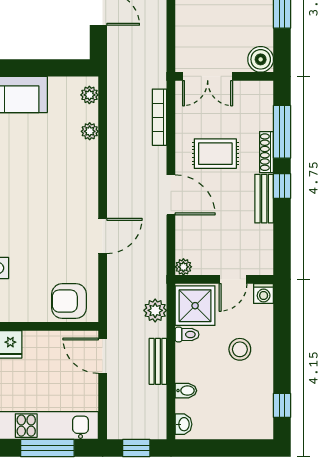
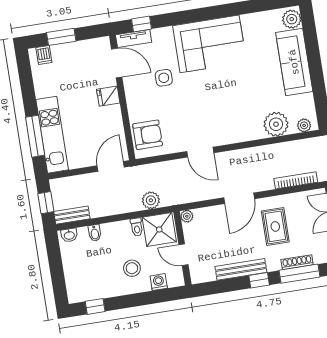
plant: (90, 131) -> (276, 124), width x1.88, depth x1.88
shoe rack: (267, 152) -> (297, 262), moved
bench: (264, 199) -> (241, 269), width x1.36
washing machine: (264, 294) -> (159, 282), moved, turned 90
armchair: (69, 301) -> (148, 135), turned 90
bench: (158, 361) -> (72, 215), moved

